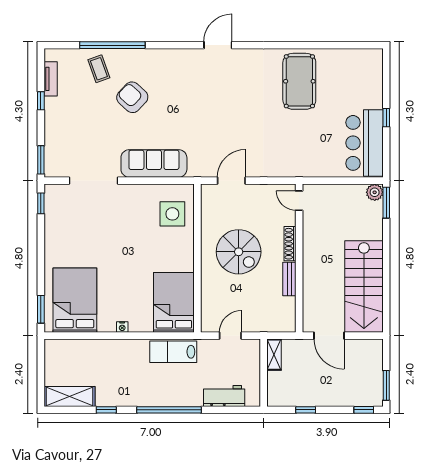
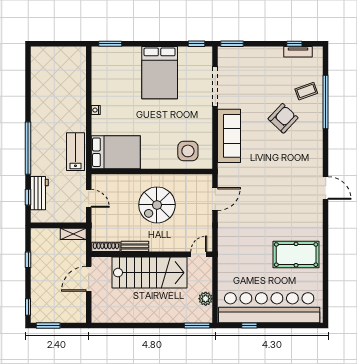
window: (41, 101) -> (294, 44), moved
window: (386, 118) -> (249, 325), moved
bar counter: (364, 143) -> (269, 308), width x1.86
door: (231, 181) -> (215, 199), hinge flipped
plant: (375, 192) -> (206, 299), moved
shoe rack: (290, 244) -> (106, 247), moved
stairs: (364, 286) -> (149, 273), moved, turned 180
bed: (75, 300) -> (160, 73), moved, turned 90
shelving: (69, 396) -> (39, 67), removed
window: (106, 410) -> (28, 197), moved

